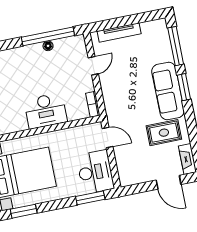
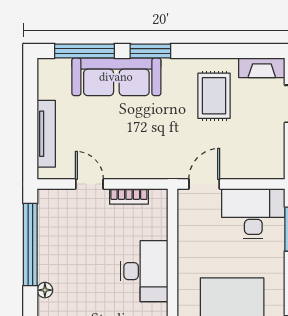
floor lamp: (48, 46) -> (45, 290), moved
sofa: (168, 91) -> (116, 77), moved
bookcase: (93, 104) -> (129, 196), moved

